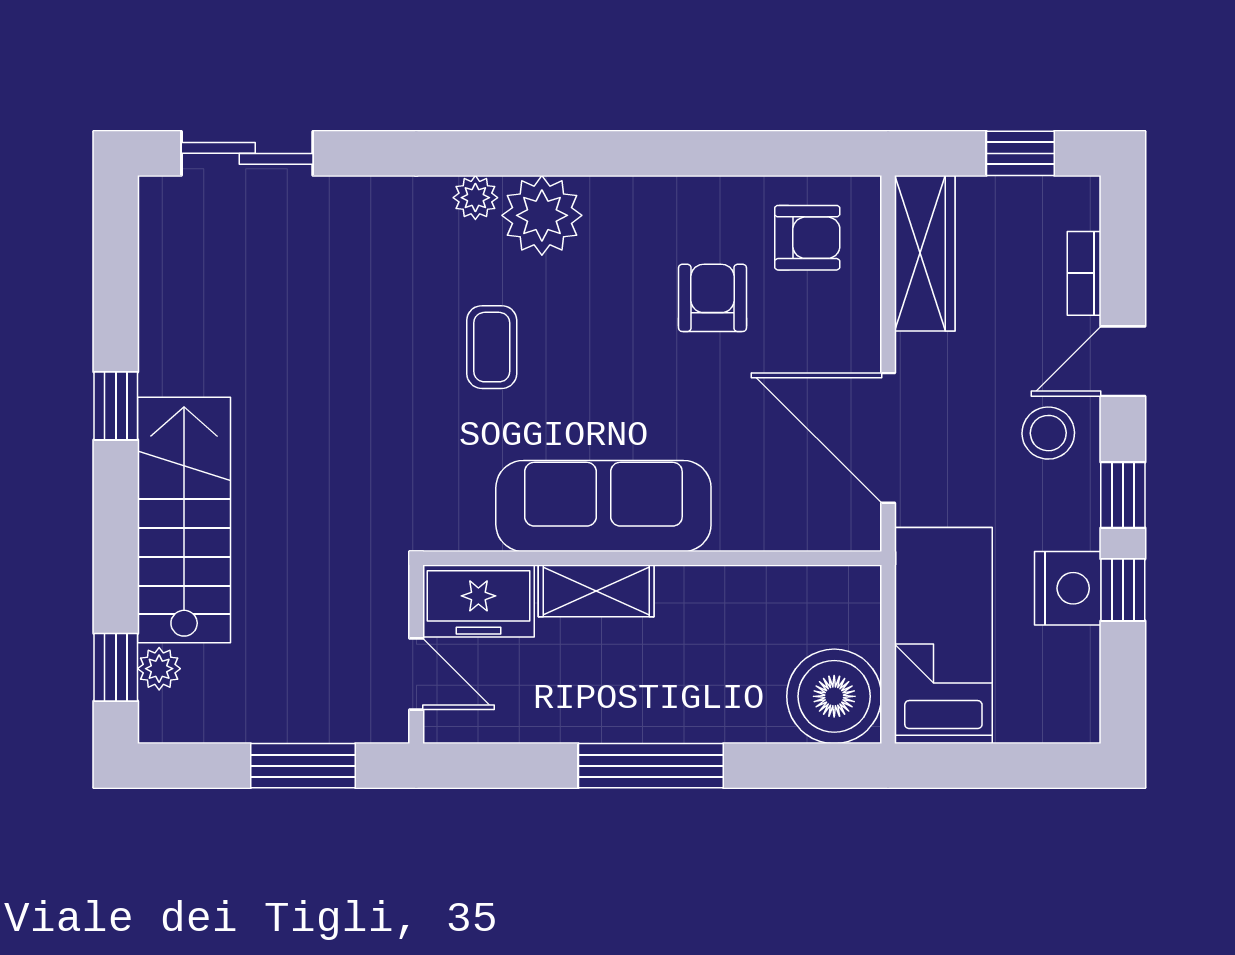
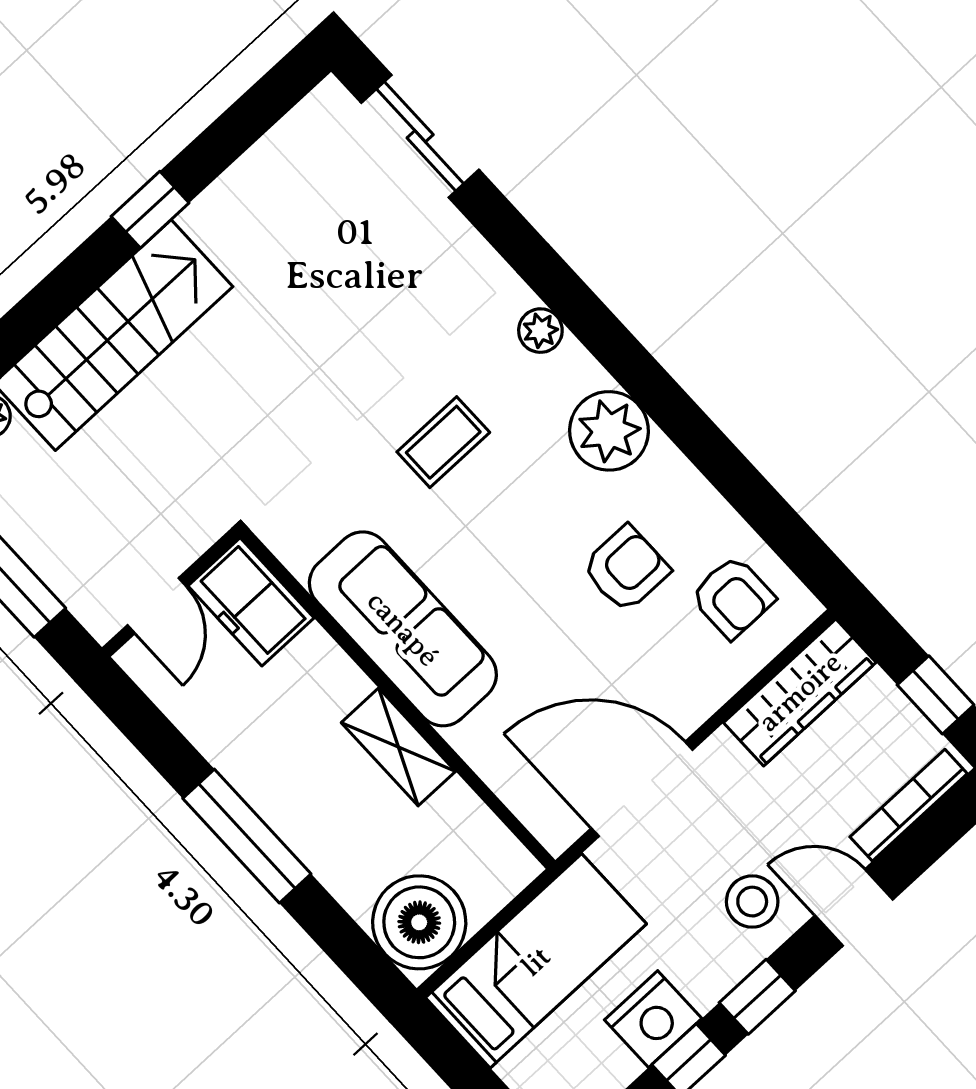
plant: (542, 215) -> (609, 431), moved
bookcase: (1084, 273) -> (909, 805), width x1.56
door: (888, 438) -> (642, 789), hinge flipped
shelving: (596, 591) -> (398, 747), moved

